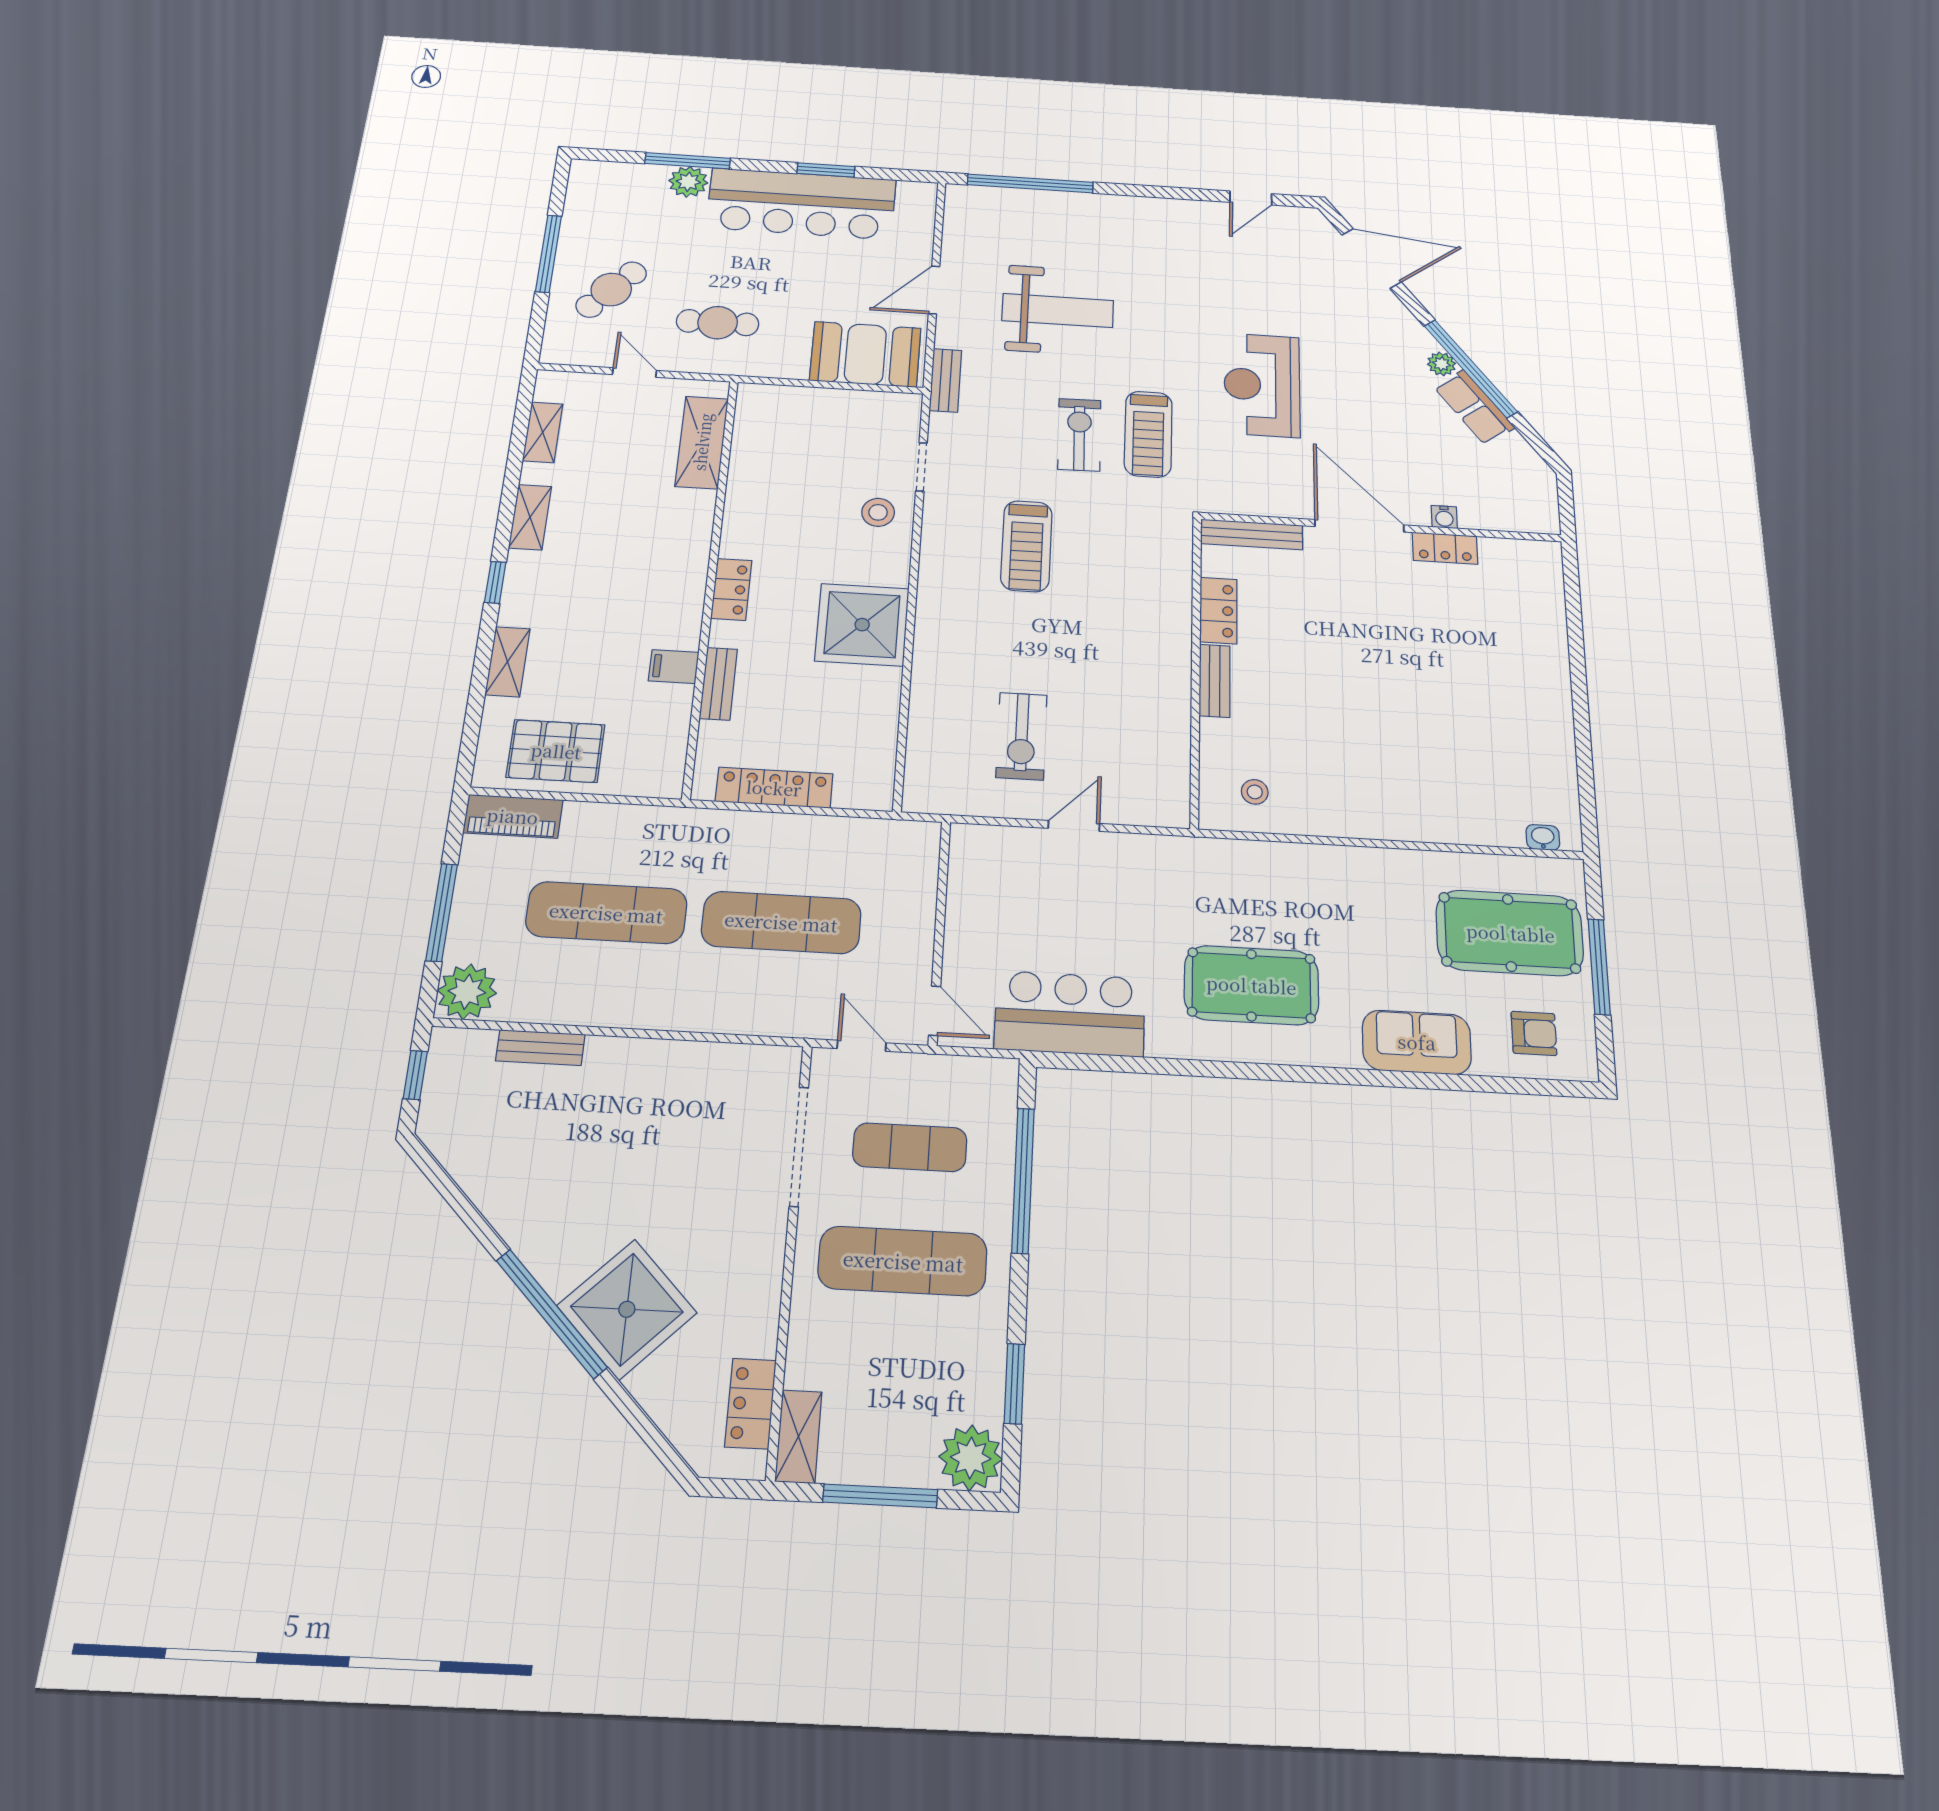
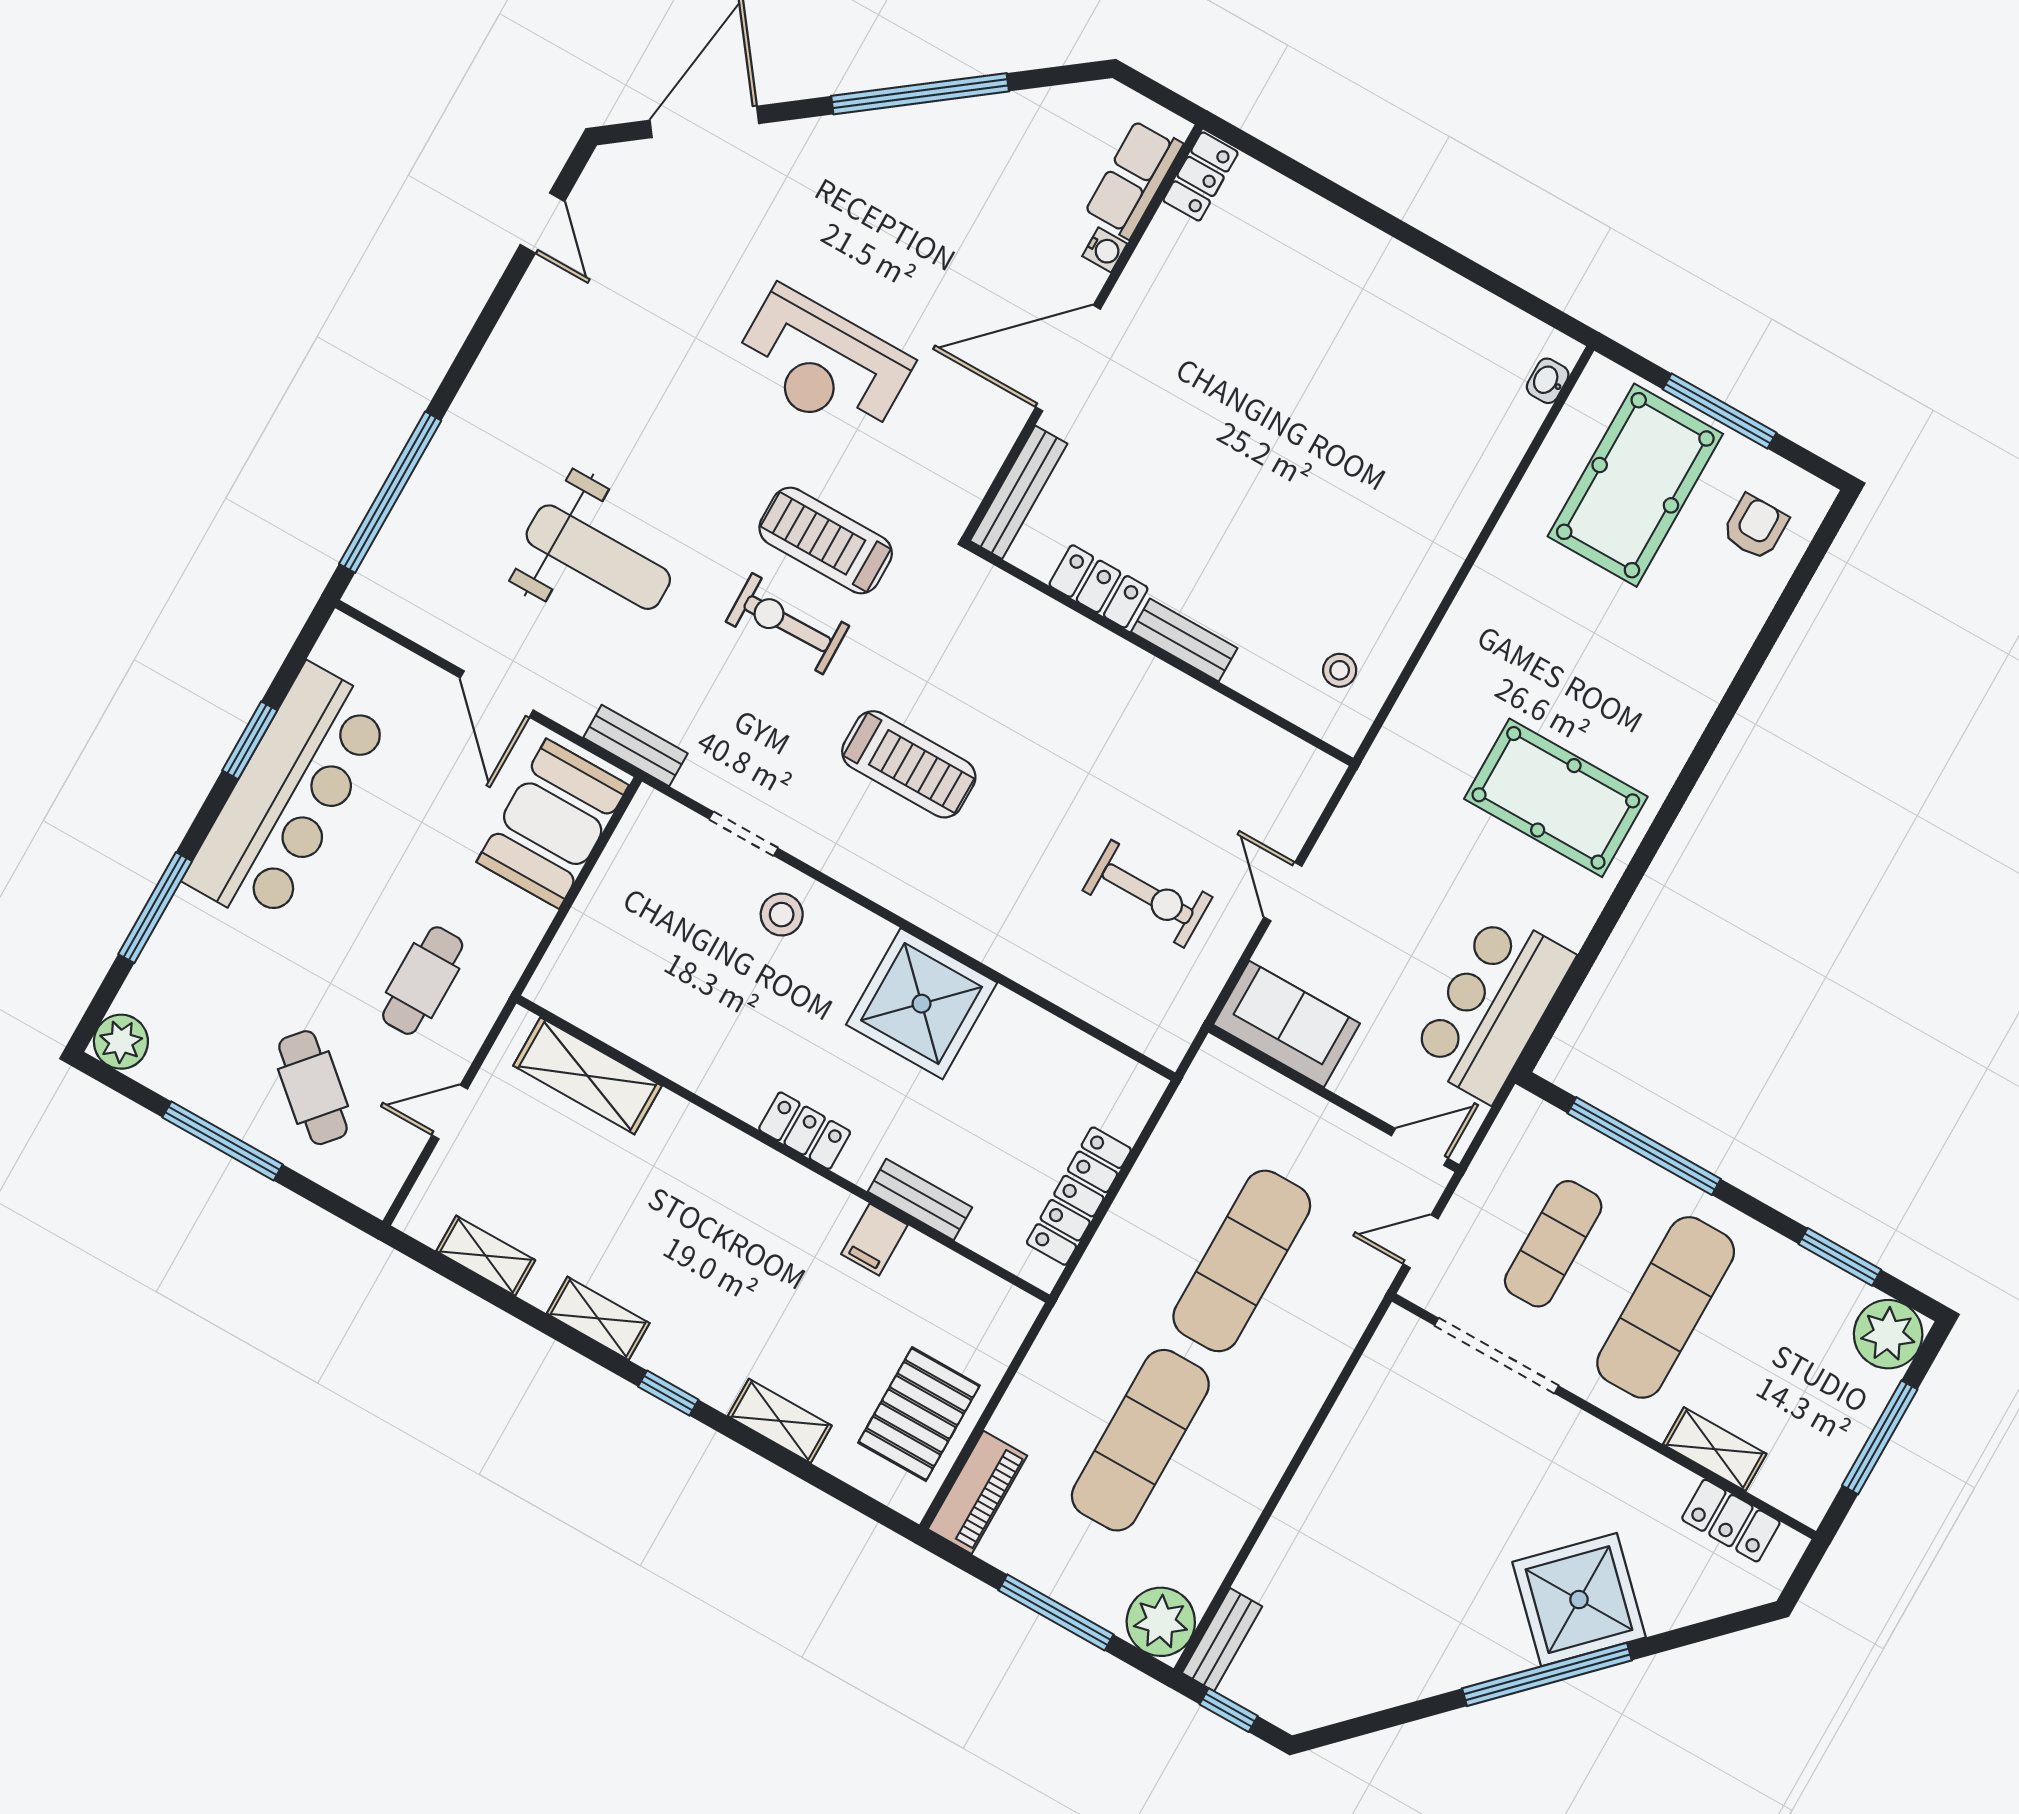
plant: (688, 182) -> (121, 1042), moved
weight bench: (1058, 311) -> (598, 557), turned 90
plant: (1441, 364) -> (897, 126), removed
row of seats: (1474, 407) -> (1134, 179), moved, turned 127
treadmill: (1148, 434) -> (826, 541), turned 180
locker: (1445, 548) -> (1201, 176), moved
pool table: (1251, 985) -> (1556, 798), turned 90
sofa: (1417, 1042) -> (1286, 1024), moved, turned 90
bench: (540, 1048) -> (1222, 1640), moved
shelving: (798, 1436) -> (1715, 1449), moved

